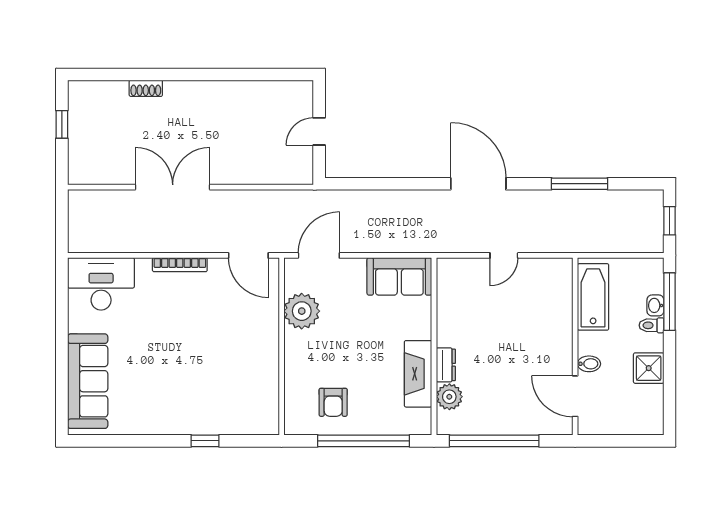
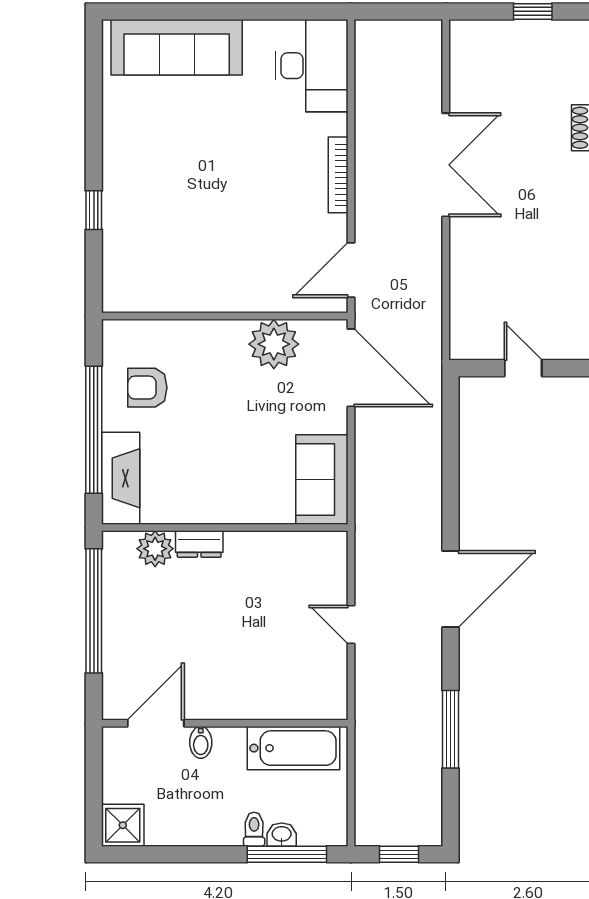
door: (319, 255) -> (351, 368), width x1.36
shower: (649, 368) -> (123, 825), moved
fireplace: (418, 374) -> (121, 478), moved, turned 90

